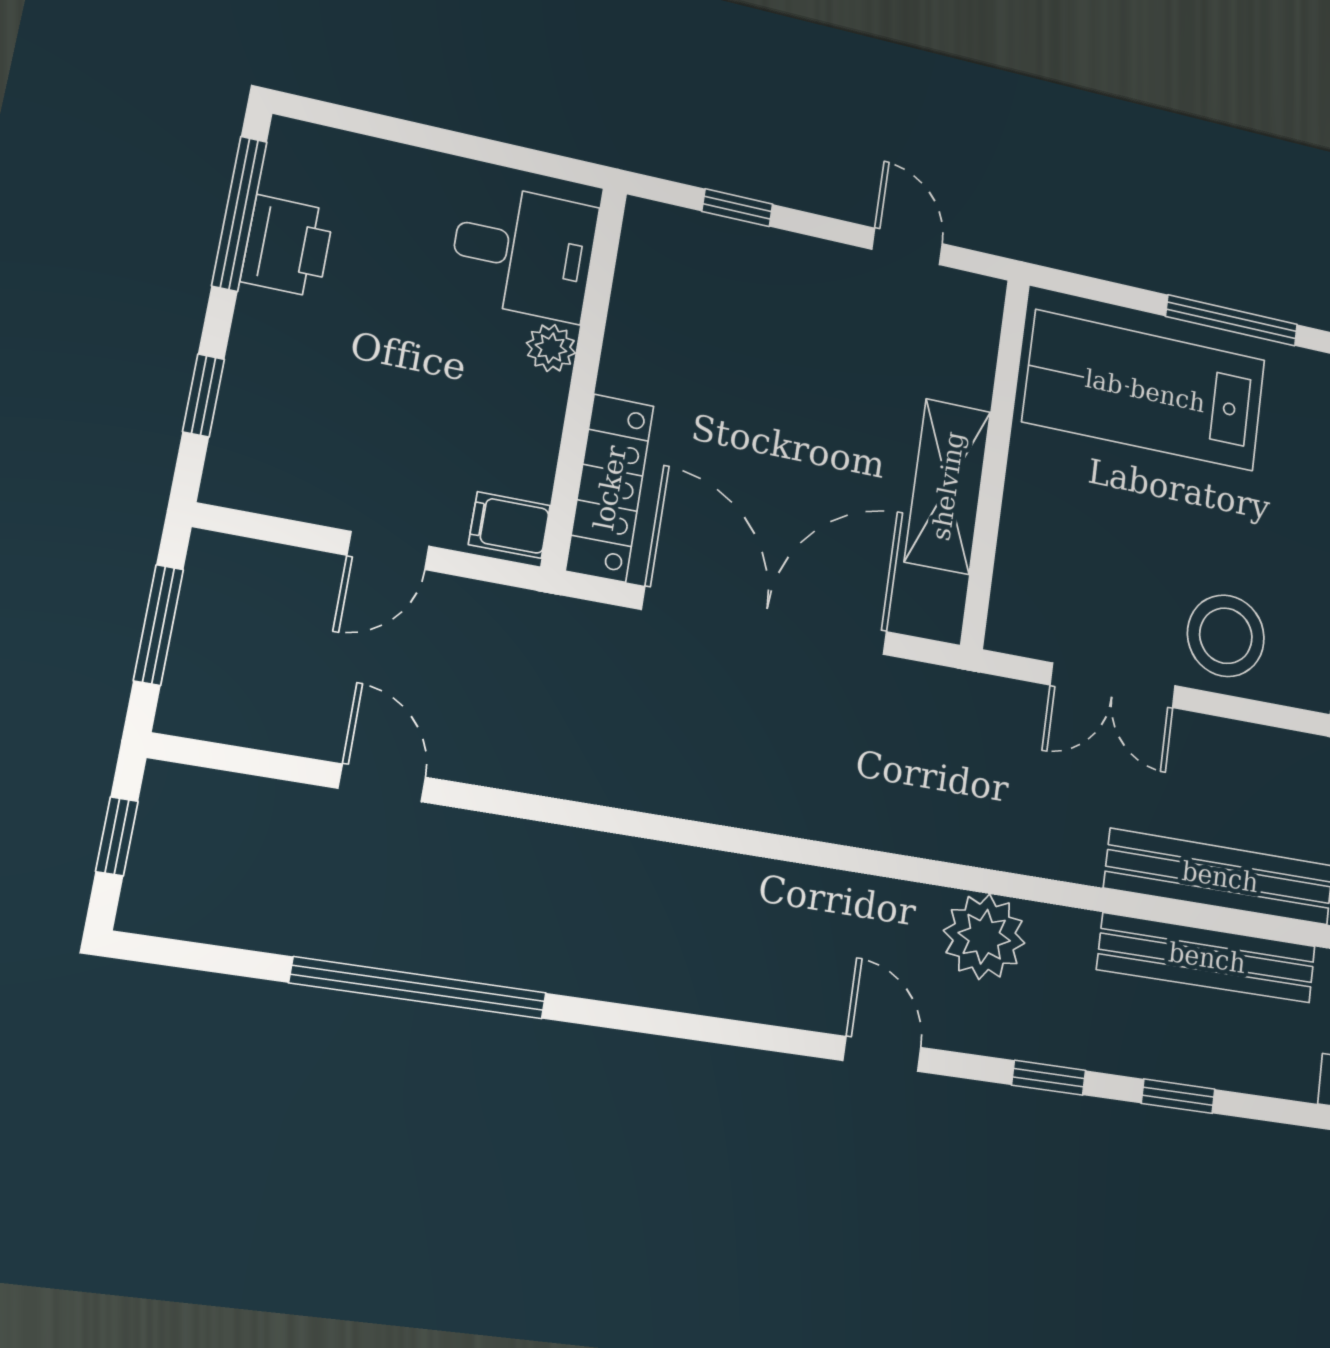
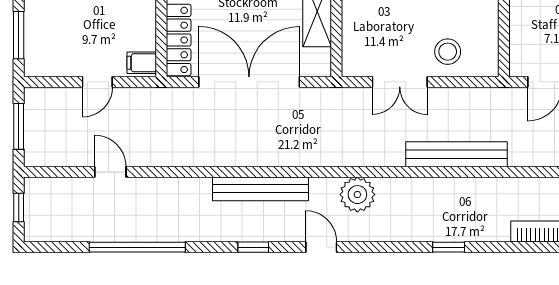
window: (204, 395) -> (19, 35), width x1.50
stool: (1226, 636) -> (448, 52), width x0.73, depth x0.73
bench: (1207, 958) -> (261, 189), moved
window: (1049, 1078) -> (253, 247), moved

